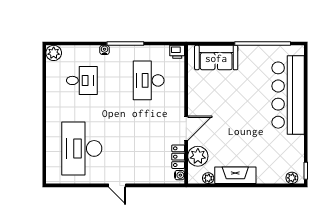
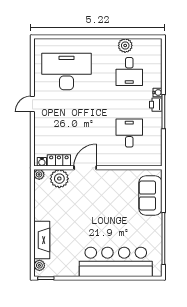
printer: (177, 52) -> (156, 105), moved
plant: (54, 53) -> (125, 45), moved
desk: (149, 80) -> (129, 133), width x0.73
door: (186, 128) -> (85, 168), swing flipped
fireplace: (235, 175) -> (42, 240), moved
plant: (208, 178) -> (39, 174), moved

